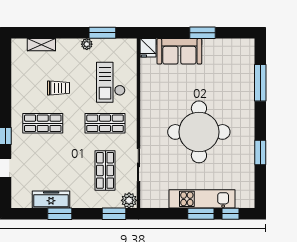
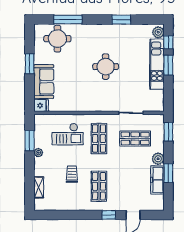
round table: (235, 69) -> (57, 39), added
round table: (199, 132) -> (106, 67), width x0.54, depth x0.54
plant: (129, 200) -> (158, 159), moved
plant: (244, 201) -> (158, 32), added

